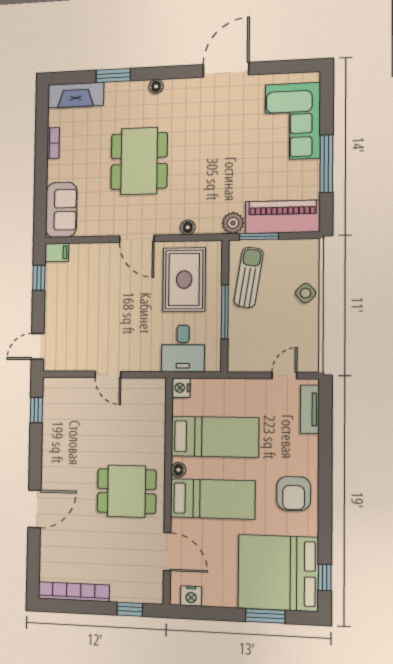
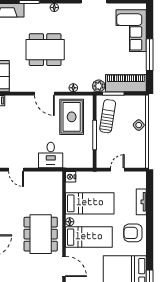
dining table: (139, 161) -> (45, 50), turned 90
desk: (183, 348) -> (51, 155), moved
door: (108, 374) -> (16, 170), moved
door: (284, 375) -> (117, 170), moved
tv unit: (310, 409) -> (141, 202), moved
dining table: (127, 491) -> (41, 234), width x1.38
armchair: (294, 494) -> (133, 233), turned 90

